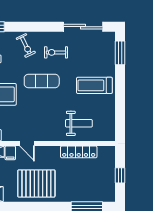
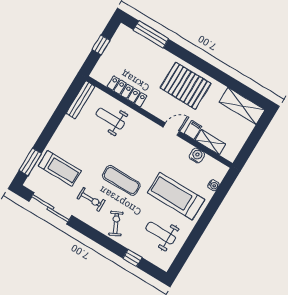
treadmill: (94, 85) -> (60, 168), moved
bench: (110, 124) -> (80, 100), added
door: (27, 143) -> (171, 129), hinge flipped

